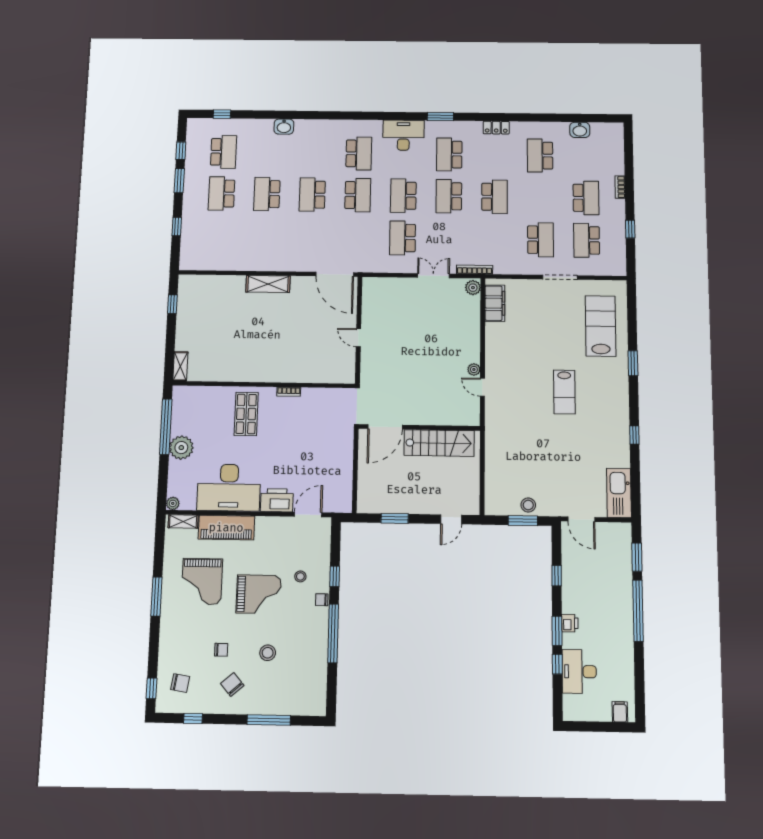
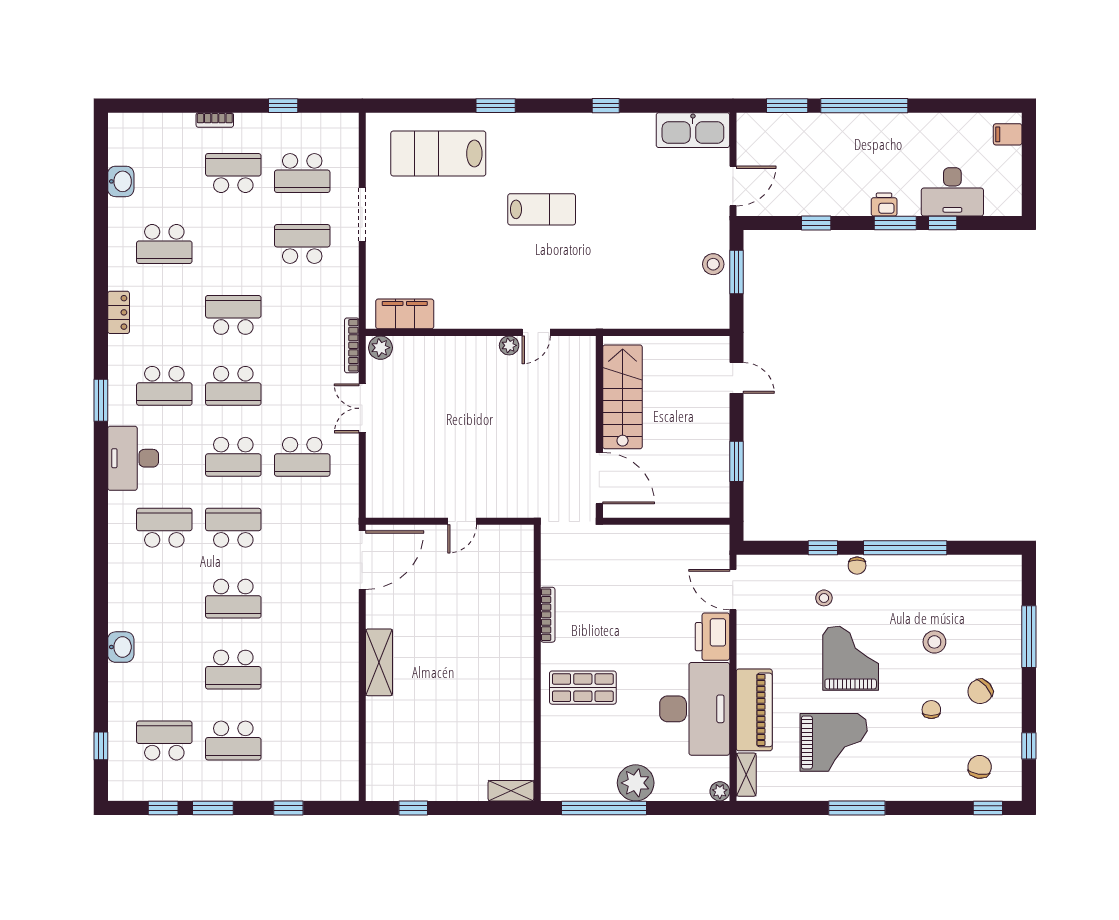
bookcase: (289, 392) -> (548, 615), width x1.56

